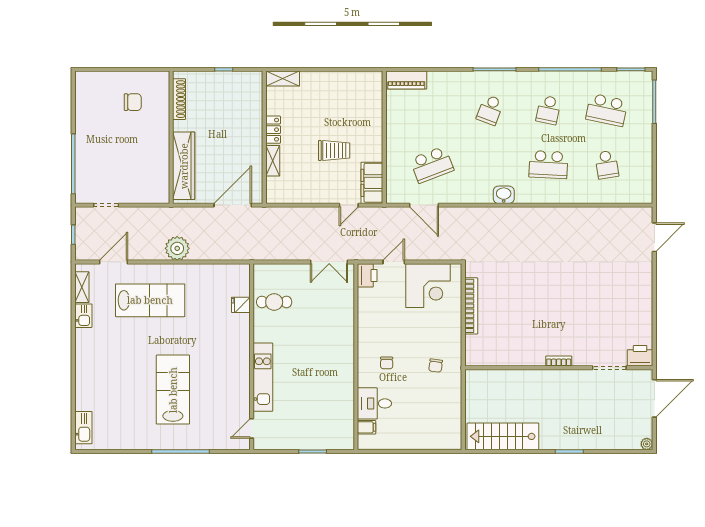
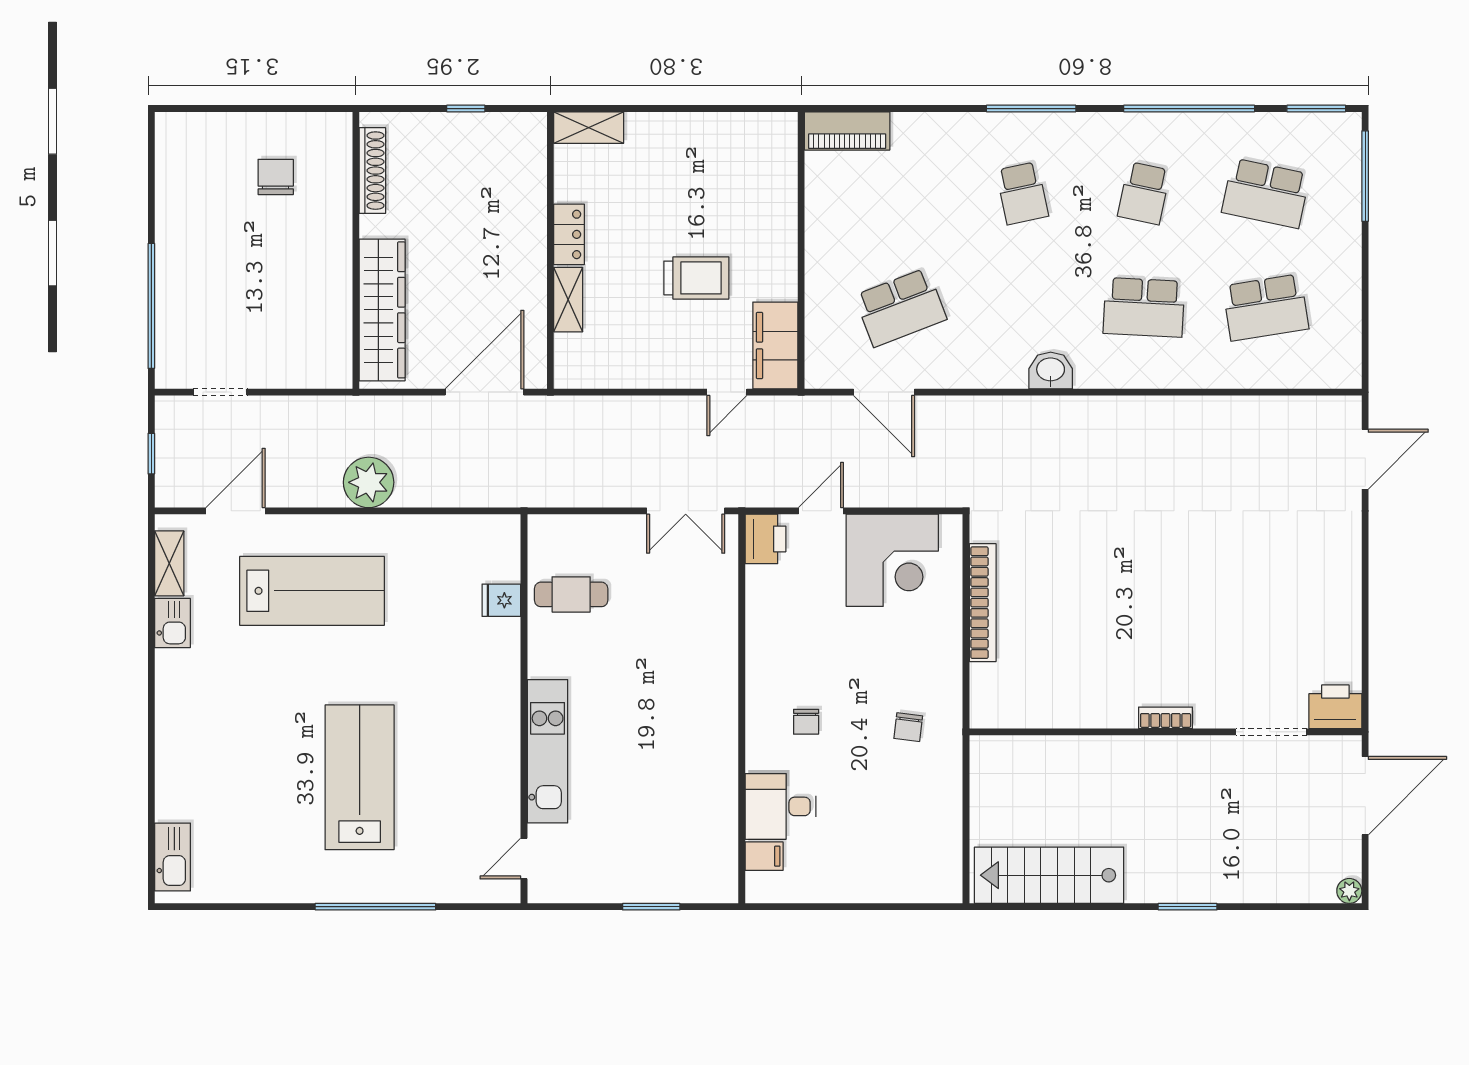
chair: (133, 102) -> (276, 177), turned -90
school desk: (490, 110) -> (1022, 193), turned -33
school desk: (607, 165) -> (1266, 307), width x1.85

